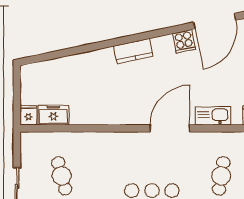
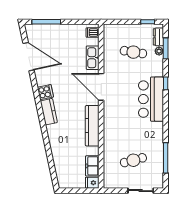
cooker: (184, 41) -> (45, 92), moved
kitchen counter: (113, 115) -> (92, 126), added

